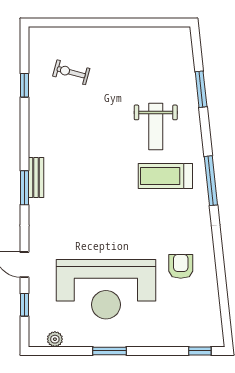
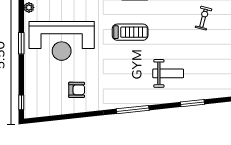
weight bench: (156, 126) -> (168, 73), turned 180
treadmill: (165, 176) -> (130, 32), moved, turned 90
reception desk: (106, 289) -> (62, 41), turned -90

